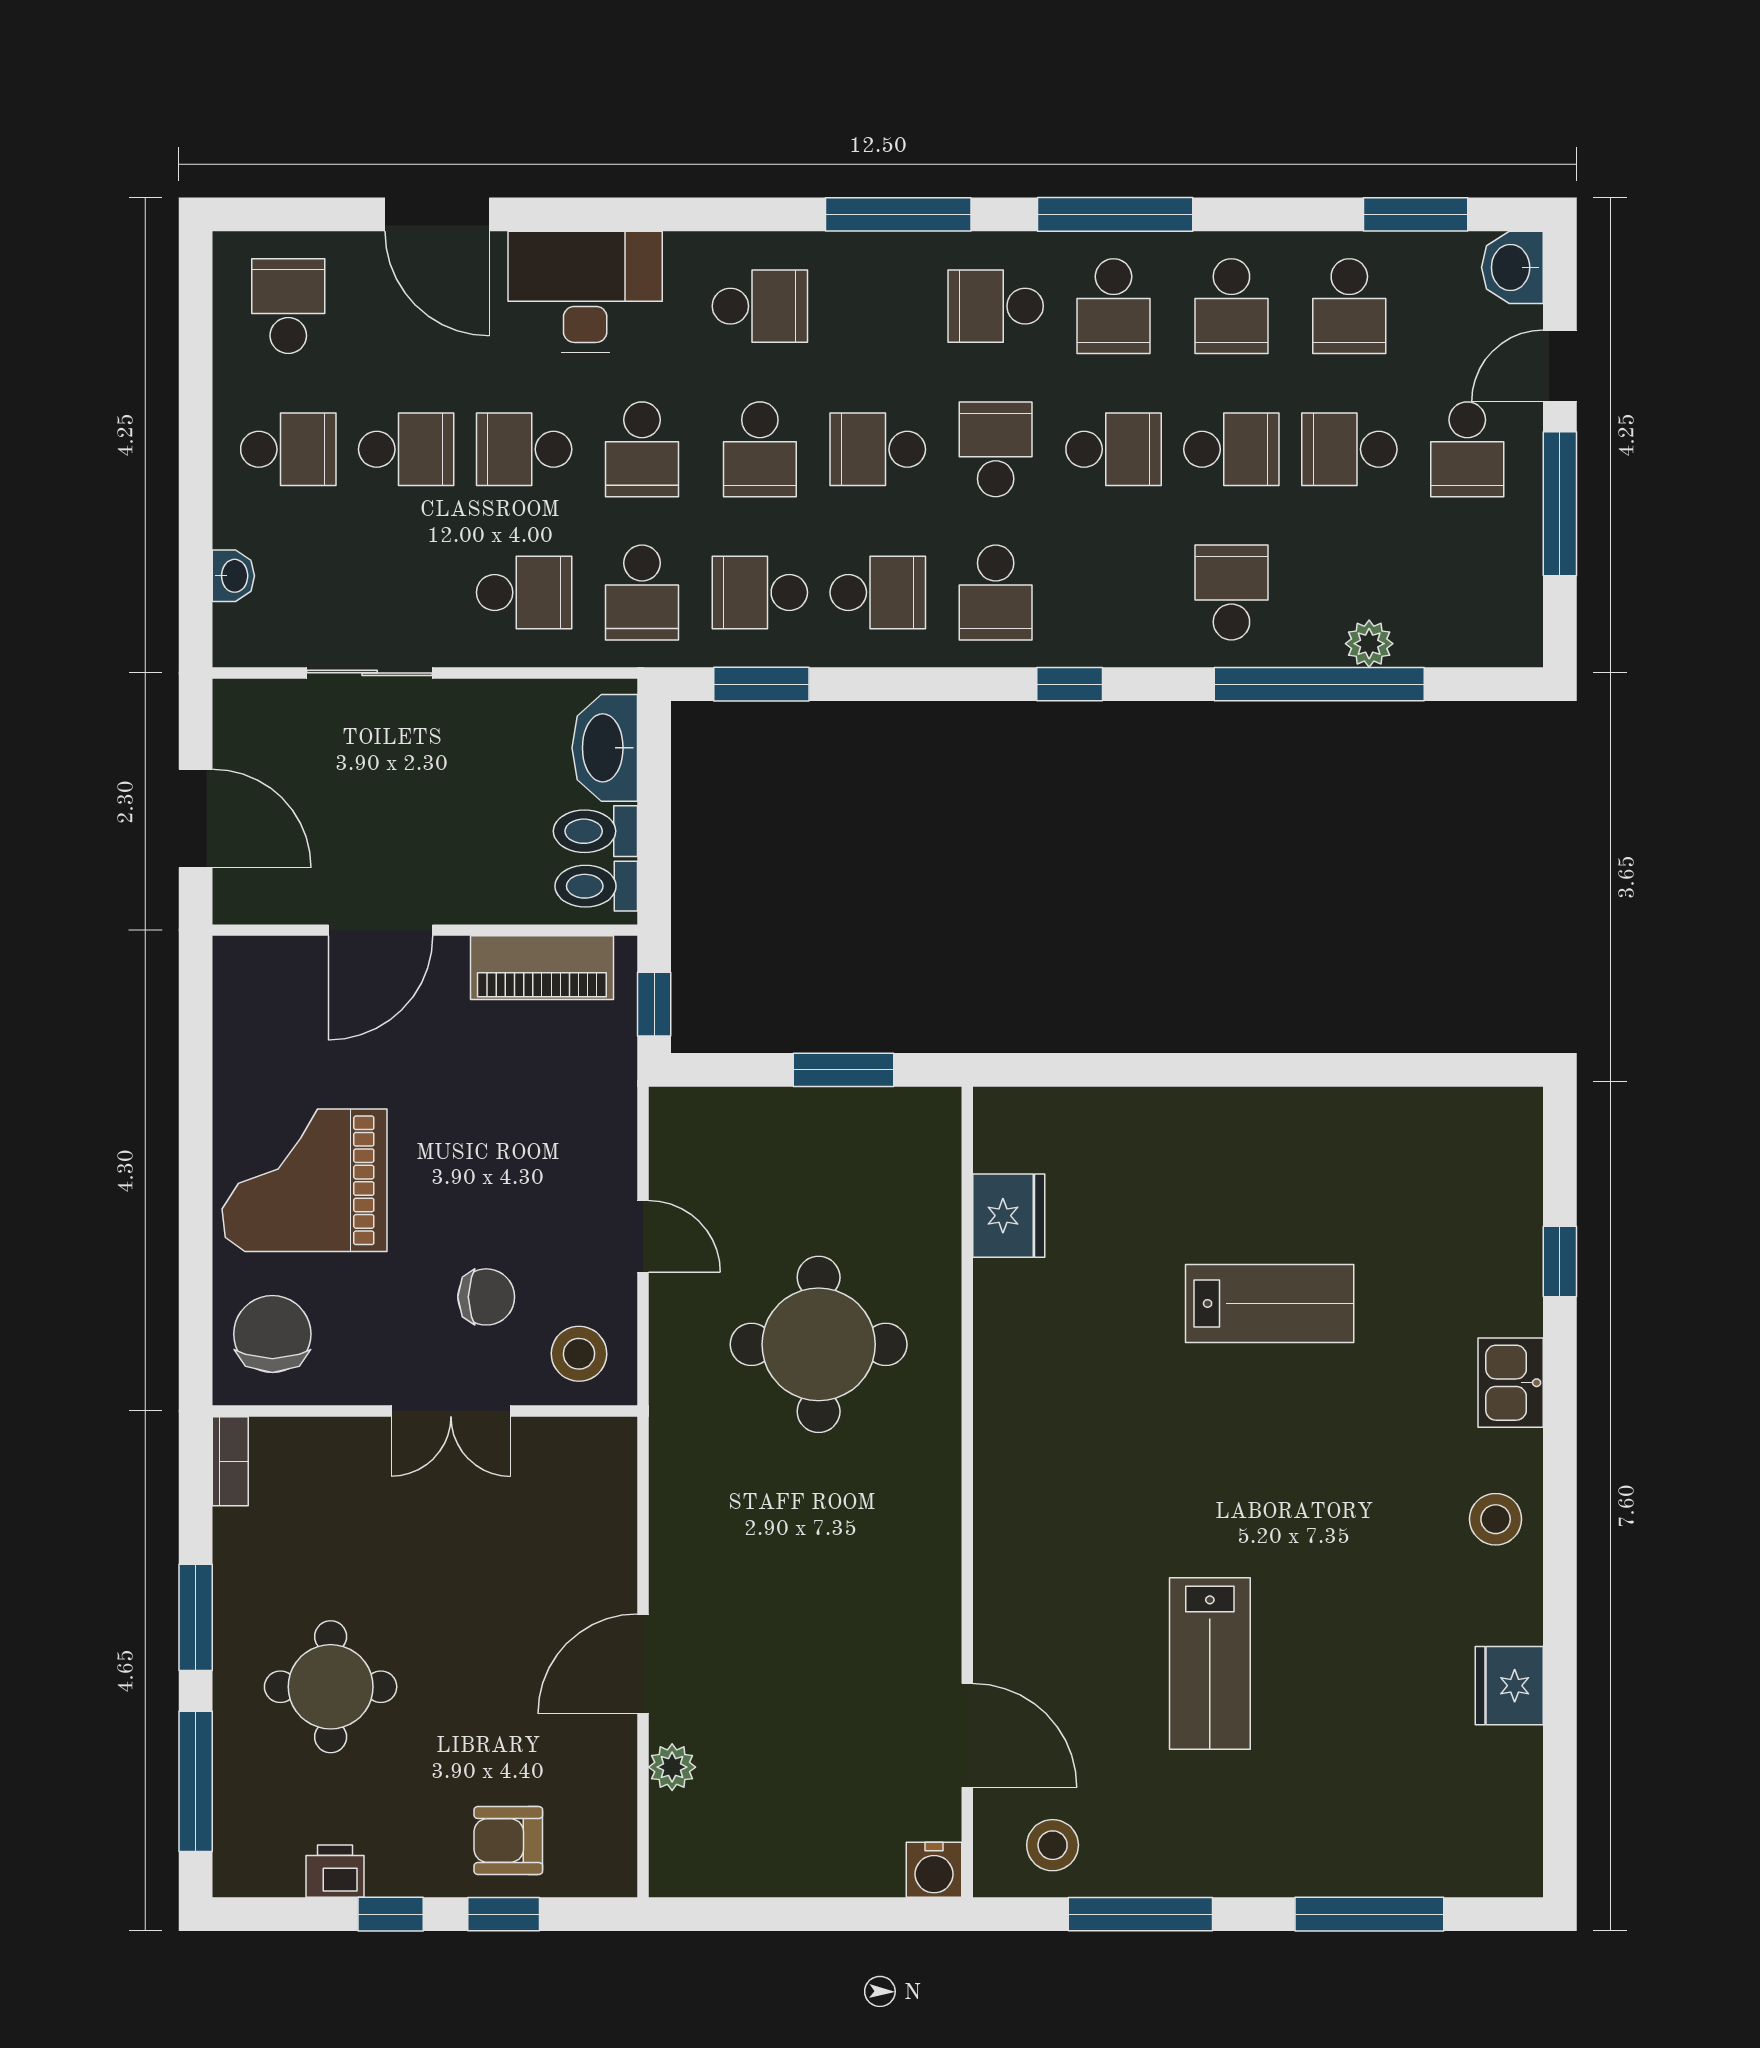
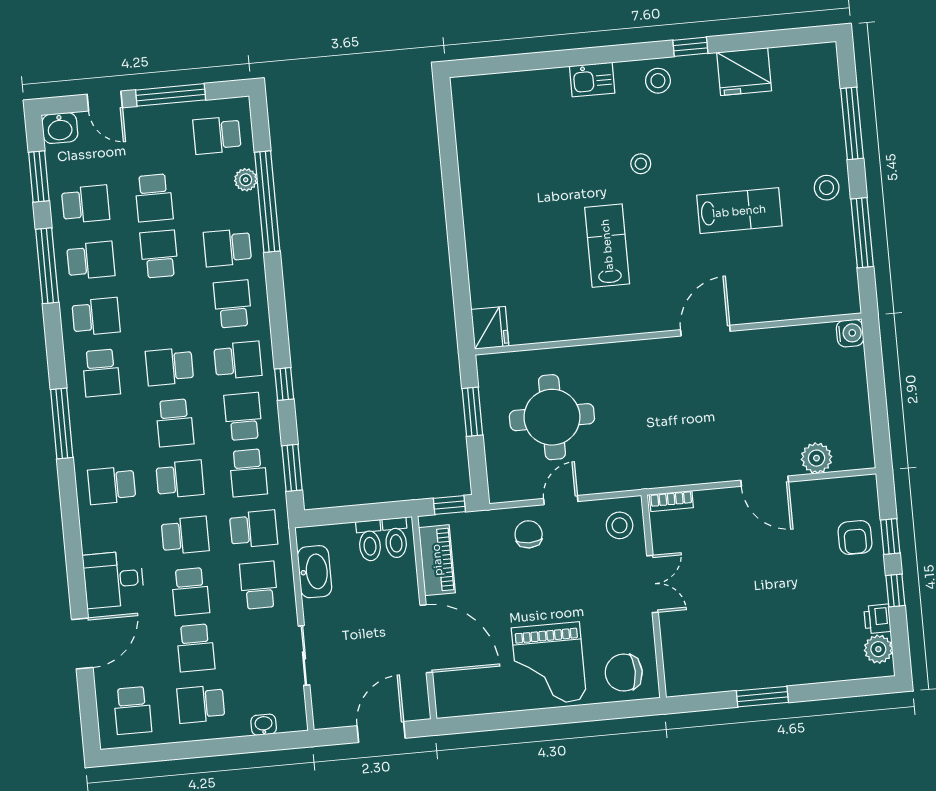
window: (1115, 214) -> (47, 266), moved
desk: (585, 292) -> (113, 579), width x0.73
school desk: (288, 306) -> (133, 710), turned -90
school desk: (760, 306) -> (112, 485), turned -90
school desk: (288, 449) -> (201, 704), turned -90
school desk: (406, 449) -> (196, 648), turned 180
school desk: (1114, 449) -> (233, 304), moved
school desk: (1467, 449) -> (217, 135), moved, turned 180
window: (1070, 684) -> (284, 384), moved
washbasin: (605, 748) -> (315, 572), moved, turned -90
door: (381, 930) -> (426, 639), width x1.36
fridge: (1009, 1216) -> (490, 328), moved, turned 90
window: (1560, 1262) -> (690, 47), moved
chair: (486, 1297) -> (529, 534), moved
lab bench: (1270, 1303) -> (607, 246), moved
round table: (819, 1344) -> (552, 417), moved
bookcase: (230, 1461) -> (671, 501), moved, turned 180
stool: (1326, 1468) -> (641, 164), added
fridge: (1509, 1686) -> (744, 72), width x1.36, depth x1.34
round table: (331, 1687) -> (789, 629), removed
door: (967, 1735) -> (705, 331), moved
plant: (672, 1767) -> (816, 458), width x1.38, depth x1.38
window: (196, 1781) -> (841, 689), removed
stool: (1053, 1845) -> (827, 188), moved
plant: (272, 1868) -> (878, 649), added

